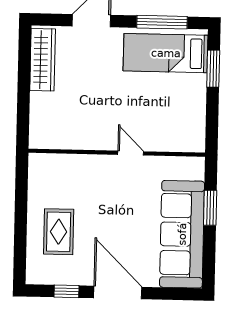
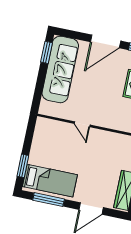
window: (210, 208) -> (47, 52), moved
door: (118, 293) -> (106, 41), hinge flipped

